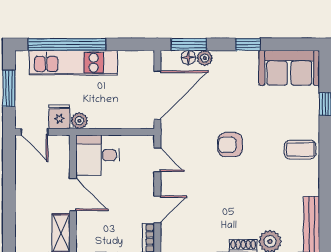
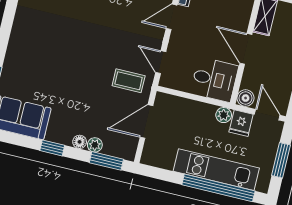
floor lamp: (188, 57) -> (80, 142), moved
door: (157, 95) -> (146, 121), width x0.73
boiler: (61, 144) -> (246, 98), added
armchair: (230, 145) -> (91, 60), removed
coffee table: (300, 150) -> (129, 81), moved

